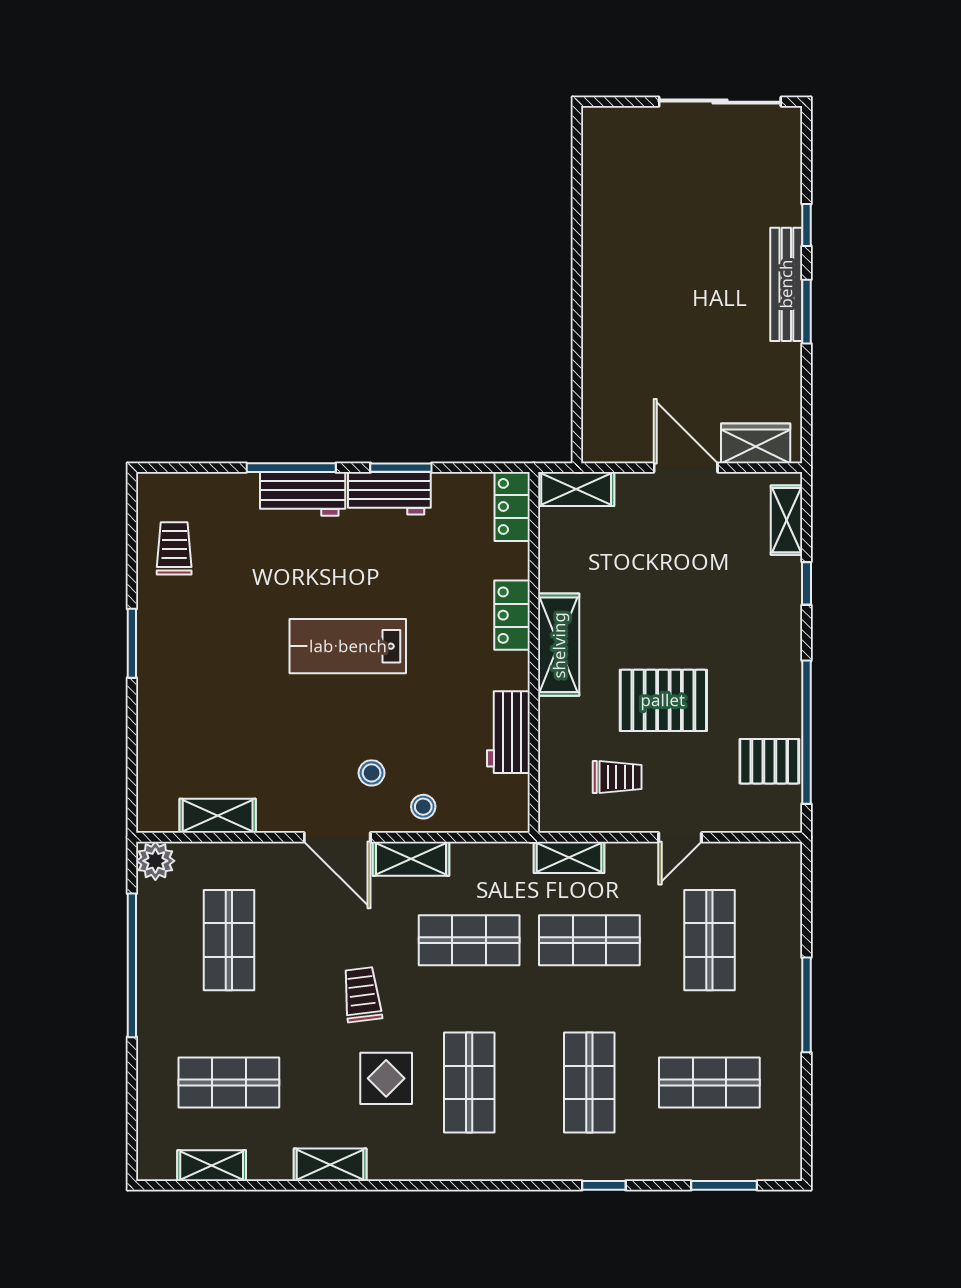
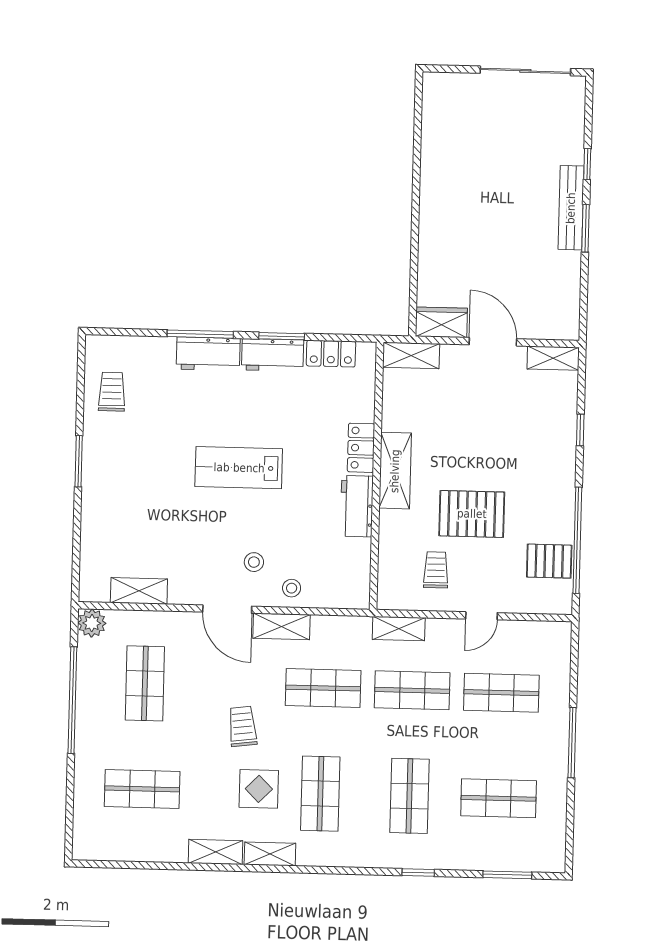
wardrobe: (756, 443) -> (441, 322), moved
locker: (512, 506) -> (331, 354), moved, turned -90
shelving: (787, 520) -> (553, 358), moved, turned 90
workbench: (508, 732) -> (357, 506), moved
trolley: (617, 777) -> (436, 570), turned -90
shop shelf: (709, 940) -> (501, 693), turned 90
shelving: (212, 1166) -> (270, 854), moved

